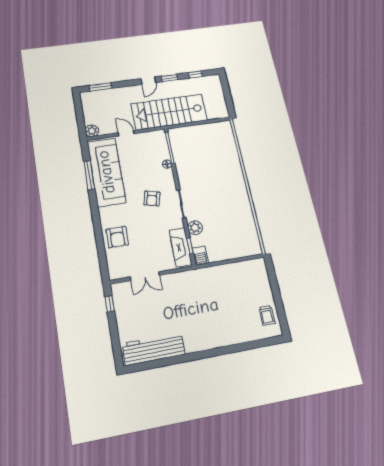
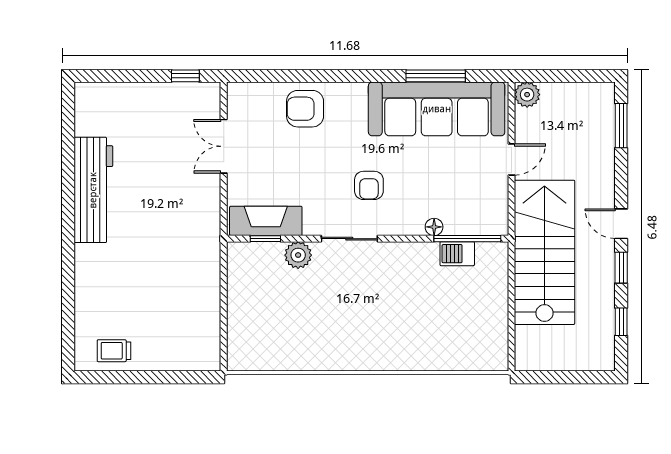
armchair: (152, 199) -> (369, 185), turned -104
barbecue: (200, 256) -> (457, 254), moved
workbench: (154, 349) -> (93, 190), moved

